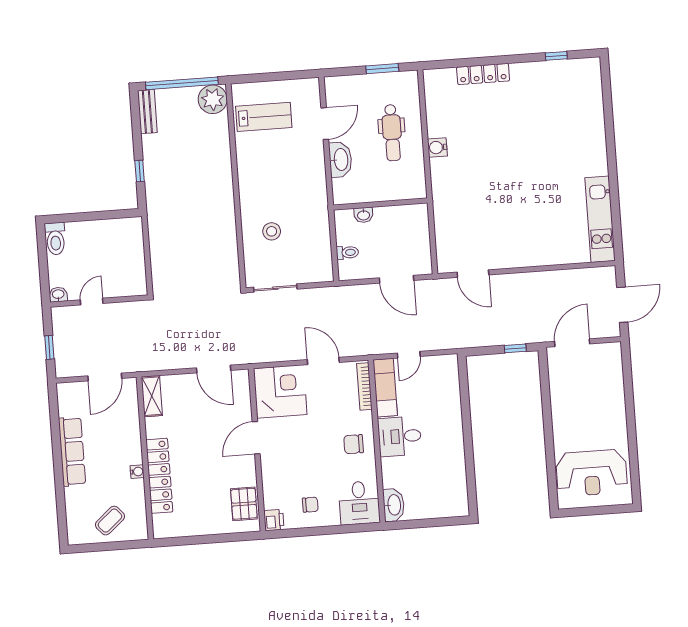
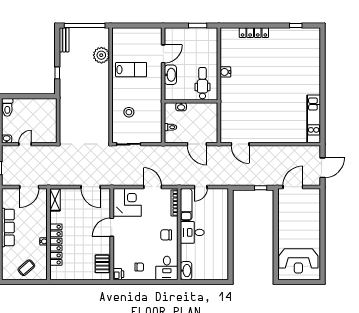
plant: (213, 99) -> (101, 55), moved
lab bench: (264, 117) -> (131, 70), moved
dental chair: (392, 133) -> (202, 83), moved, turned 180

